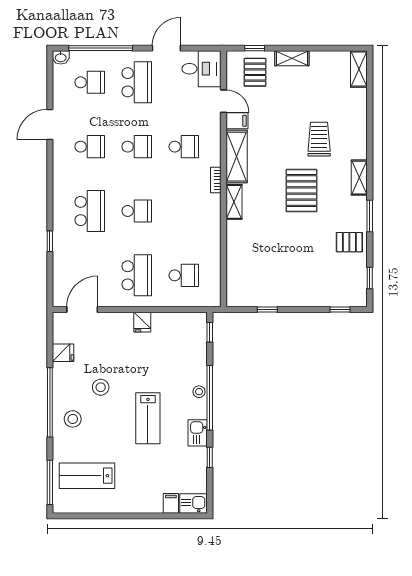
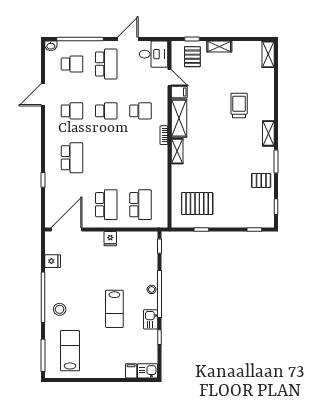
pallet: (302, 191) -> (197, 203), moved, turned 90
school desk: (137, 211) -> (106, 158), removed
school desk: (184, 275) -> (140, 205), width x1.85
door: (82, 310) -> (66, 230), width x1.36
stool: (101, 387) -> (80, 286), removed
lab bench: (87, 476) -> (70, 351), turned 90

